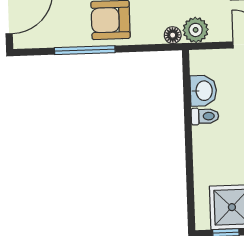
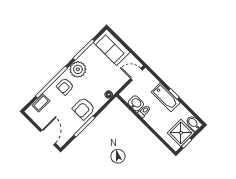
plant: (196, 30) -> (115, 86), removed

